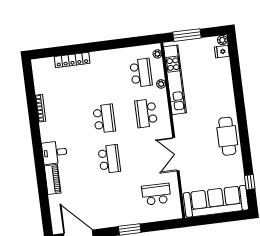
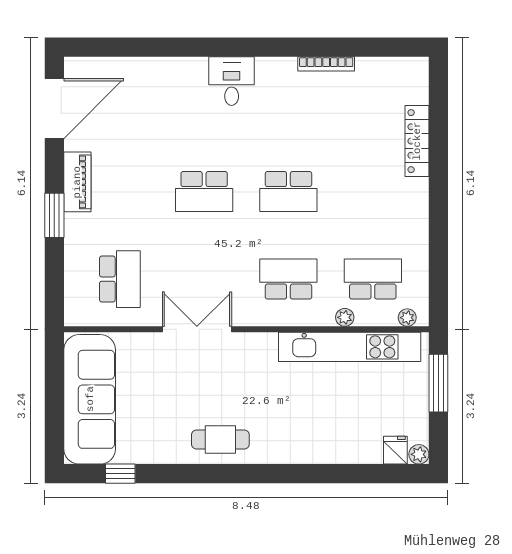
school desk: (141, 73) -> (373, 279), turned 180
cafe table: (227, 136) -> (220, 439), width x0.73, depth x0.74
piano: (53, 179) -> (77, 182), moved, turned -90

